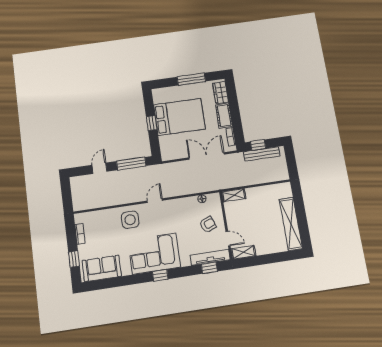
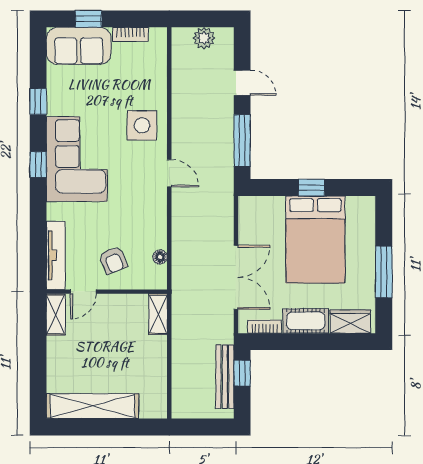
plant: (77, 193) -> (204, 38), added
sofa: (102, 268) -> (79, 46), moved, turned 90
window: (209, 268) -> (38, 101), moved

